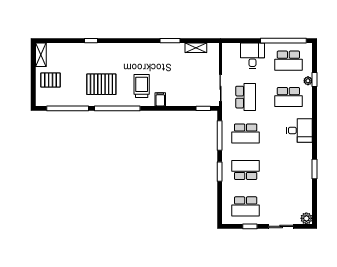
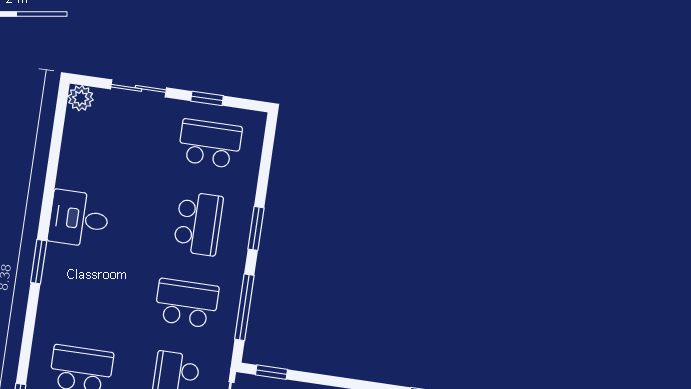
desk: (299, 130) -> (79, 219), moved
window: (314, 169) -> (39, 262), moved
school desk: (246, 170) -> (198, 223), turned -90

